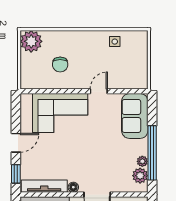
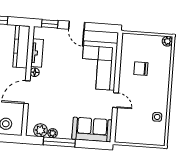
plant: (31, 41) -> (167, 41), width x0.53, depth x0.53
window: (152, 153) -> (59, 142), width x0.68
tv unit: (44, 186) -> (37, 53), width x0.71

